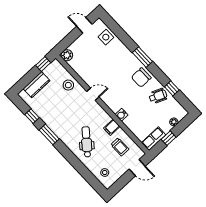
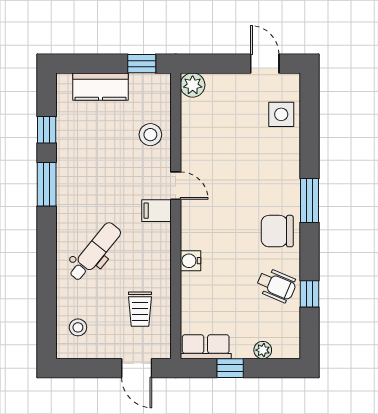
filing cabinet: (112, 127) -> (156, 211), moved

